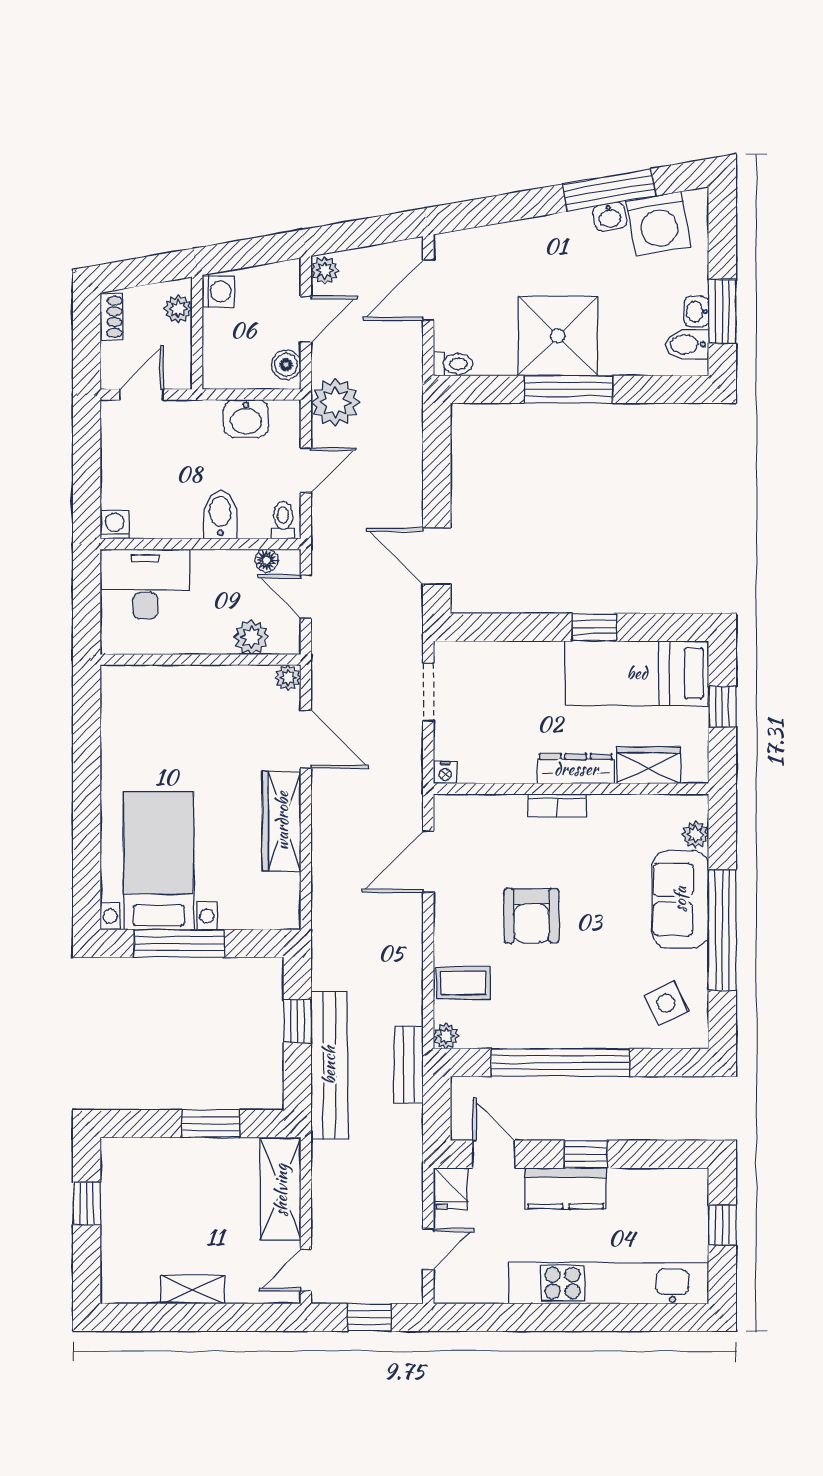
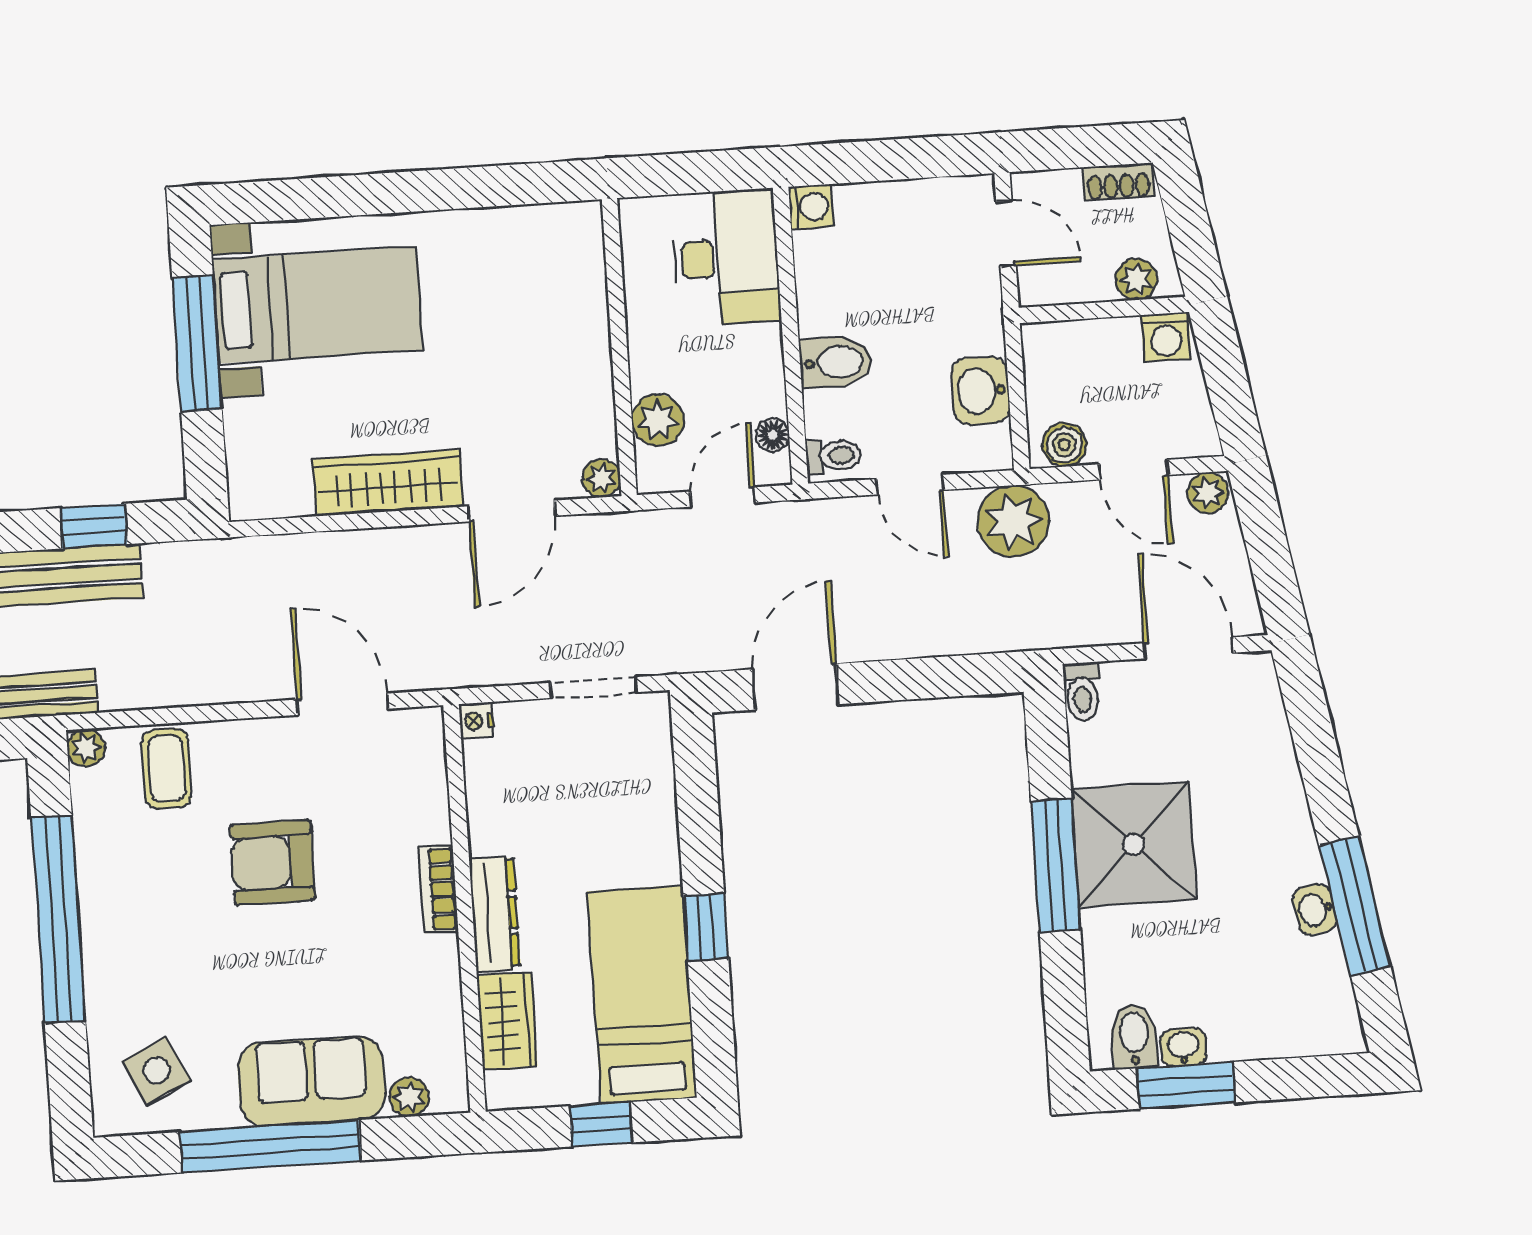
washing machine: (659, 224) -> (1310, 983), removed

